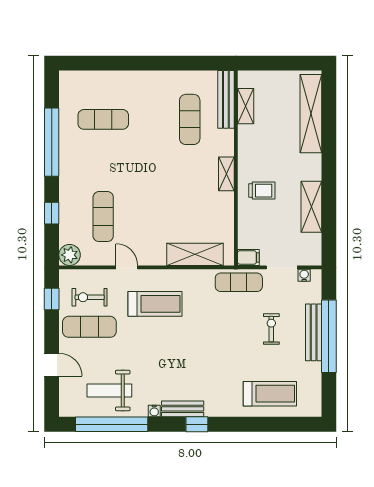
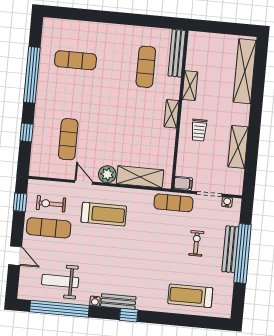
shelving: (246, 106) -> (190, 86), moved
trolley: (262, 191) -> (199, 130), turned 90
plant: (70, 255) -> (107, 174), moved
treadmill: (270, 394) -> (190, 296), turned 180

